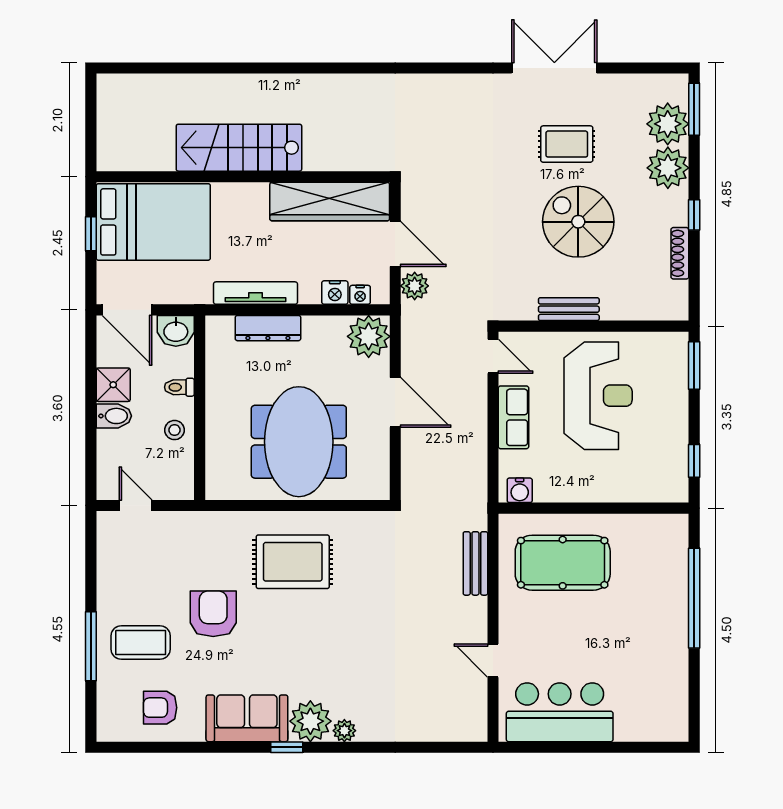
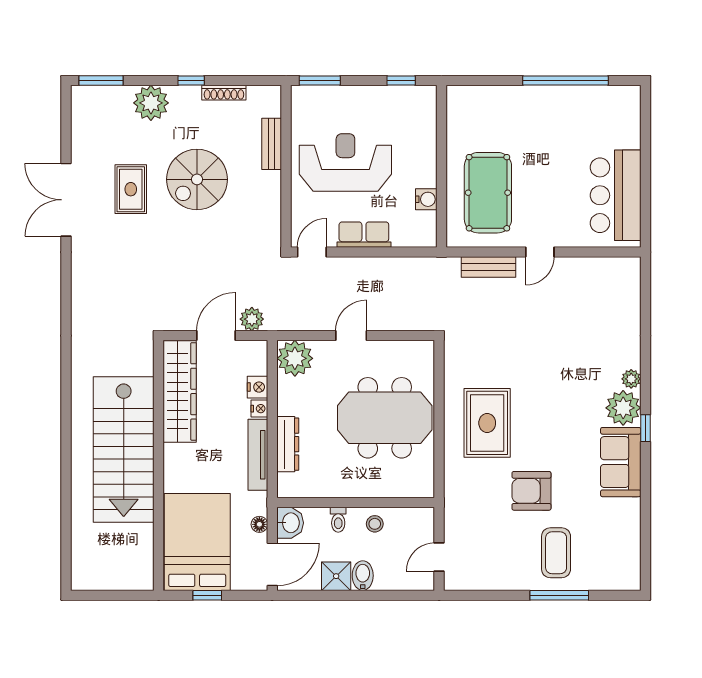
plant: (668, 124) -> (114, 103), removed
stairs: (239, 148) -> (124, 449), width x1.36, depth x1.51
floor lamp: (174, 295) -> (259, 524), added
nightstand: (360, 295) -> (259, 409), moved
bench: (569, 309) -> (272, 144), moved
door: (395, 402) -> (351, 336), width x0.73
water cooler: (520, 490) -> (426, 199), moved
window: (694, 598) -> (566, 81), moved
door: (493, 661) -> (540, 252), moved
armchair: (160, 708) -> (612, 536), removed

